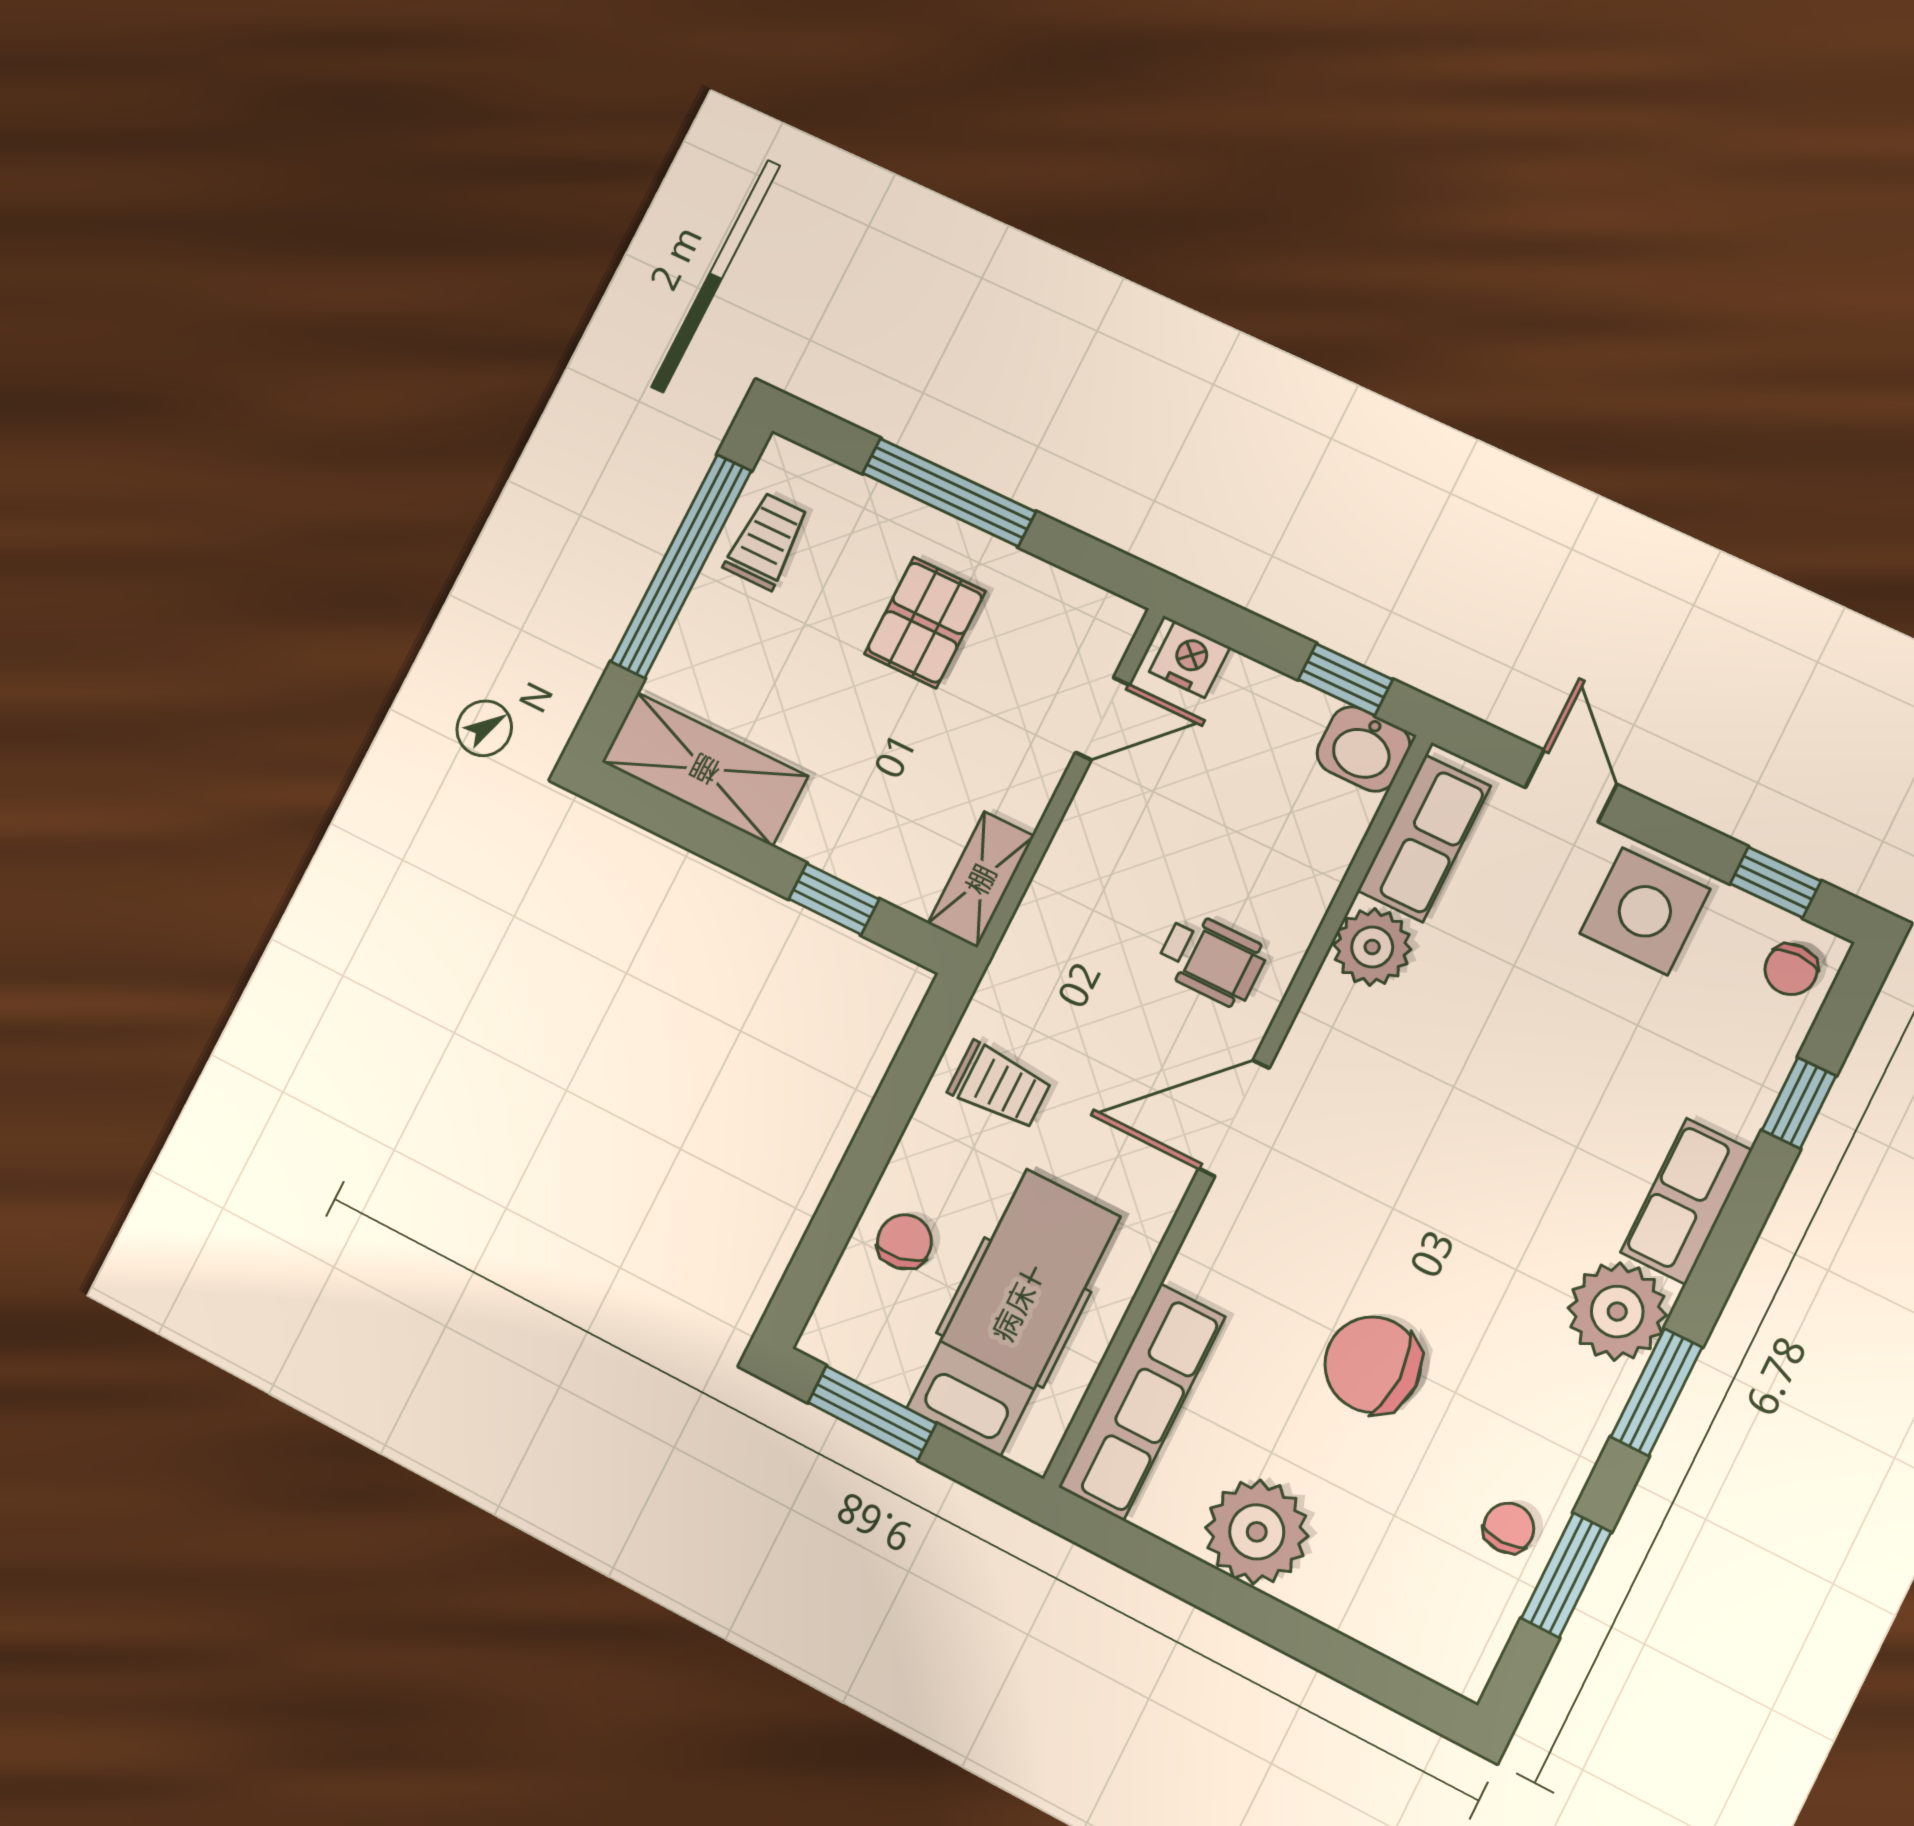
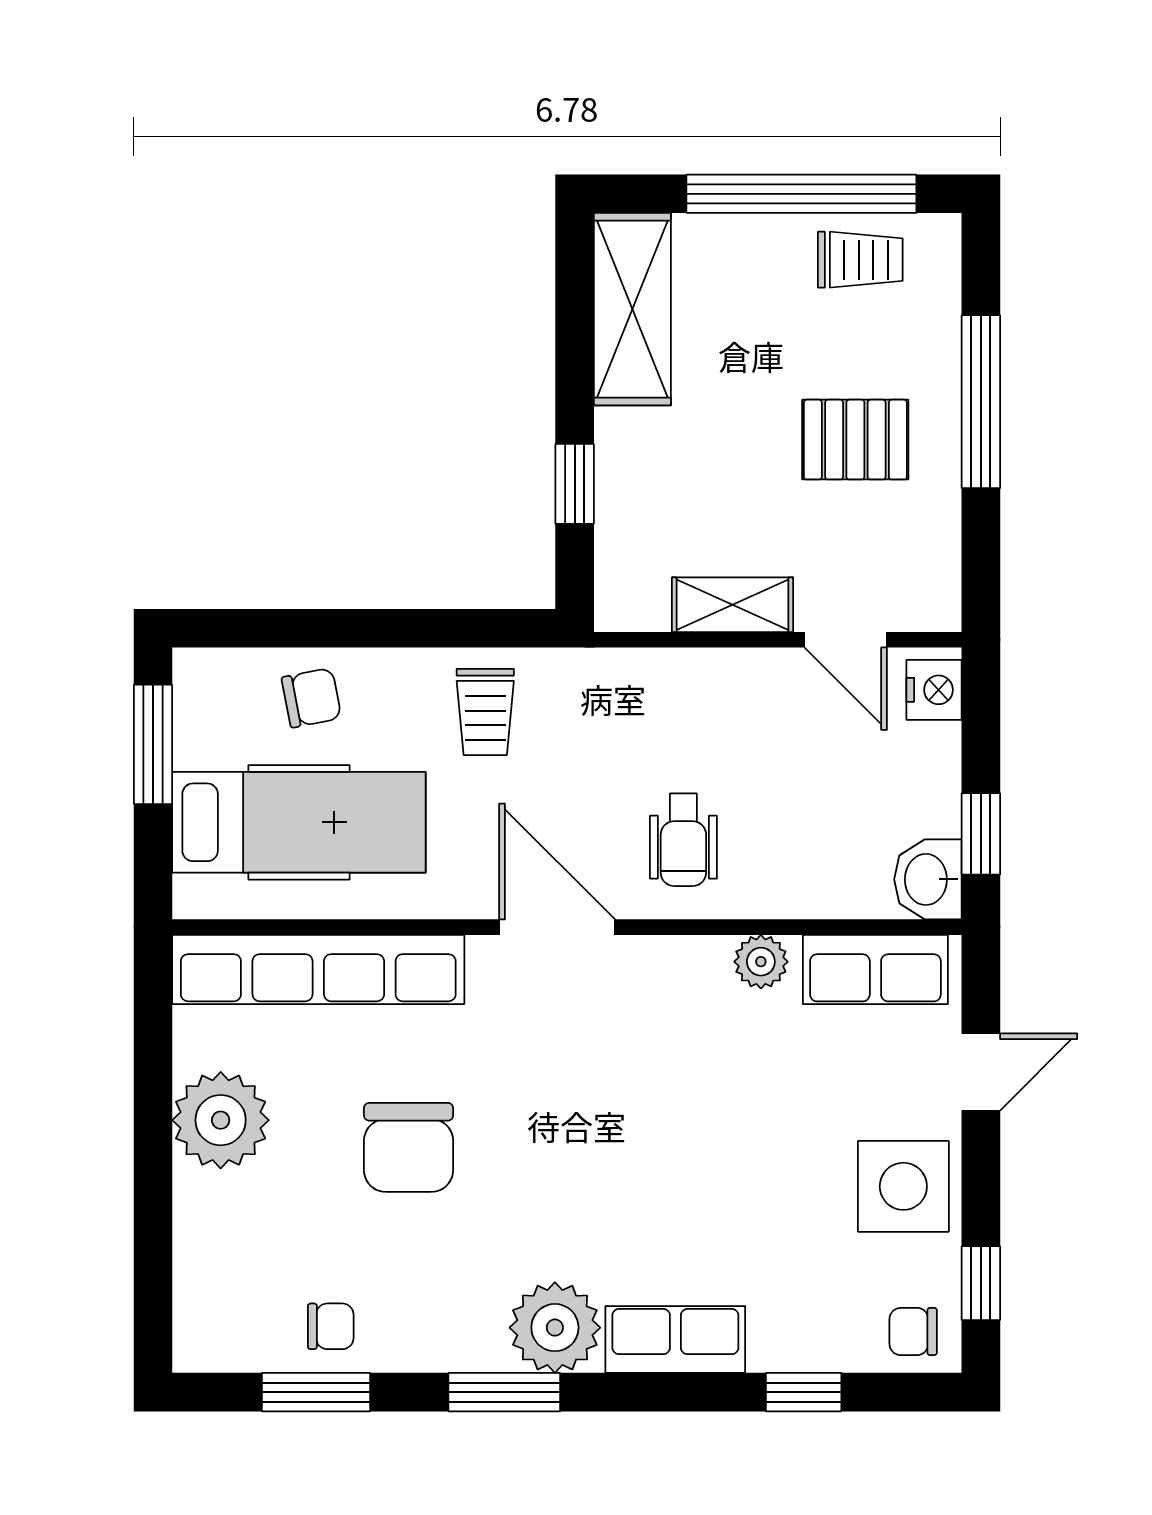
shelving: (981, 880) -> (733, 605), moved
plant: (1372, 947) -> (761, 962), width x0.73, depth x0.73
chair: (1373, 1365) -> (409, 1147), turned 180
row of seats: (1142, 1402) -> (318, 969), width x1.36

